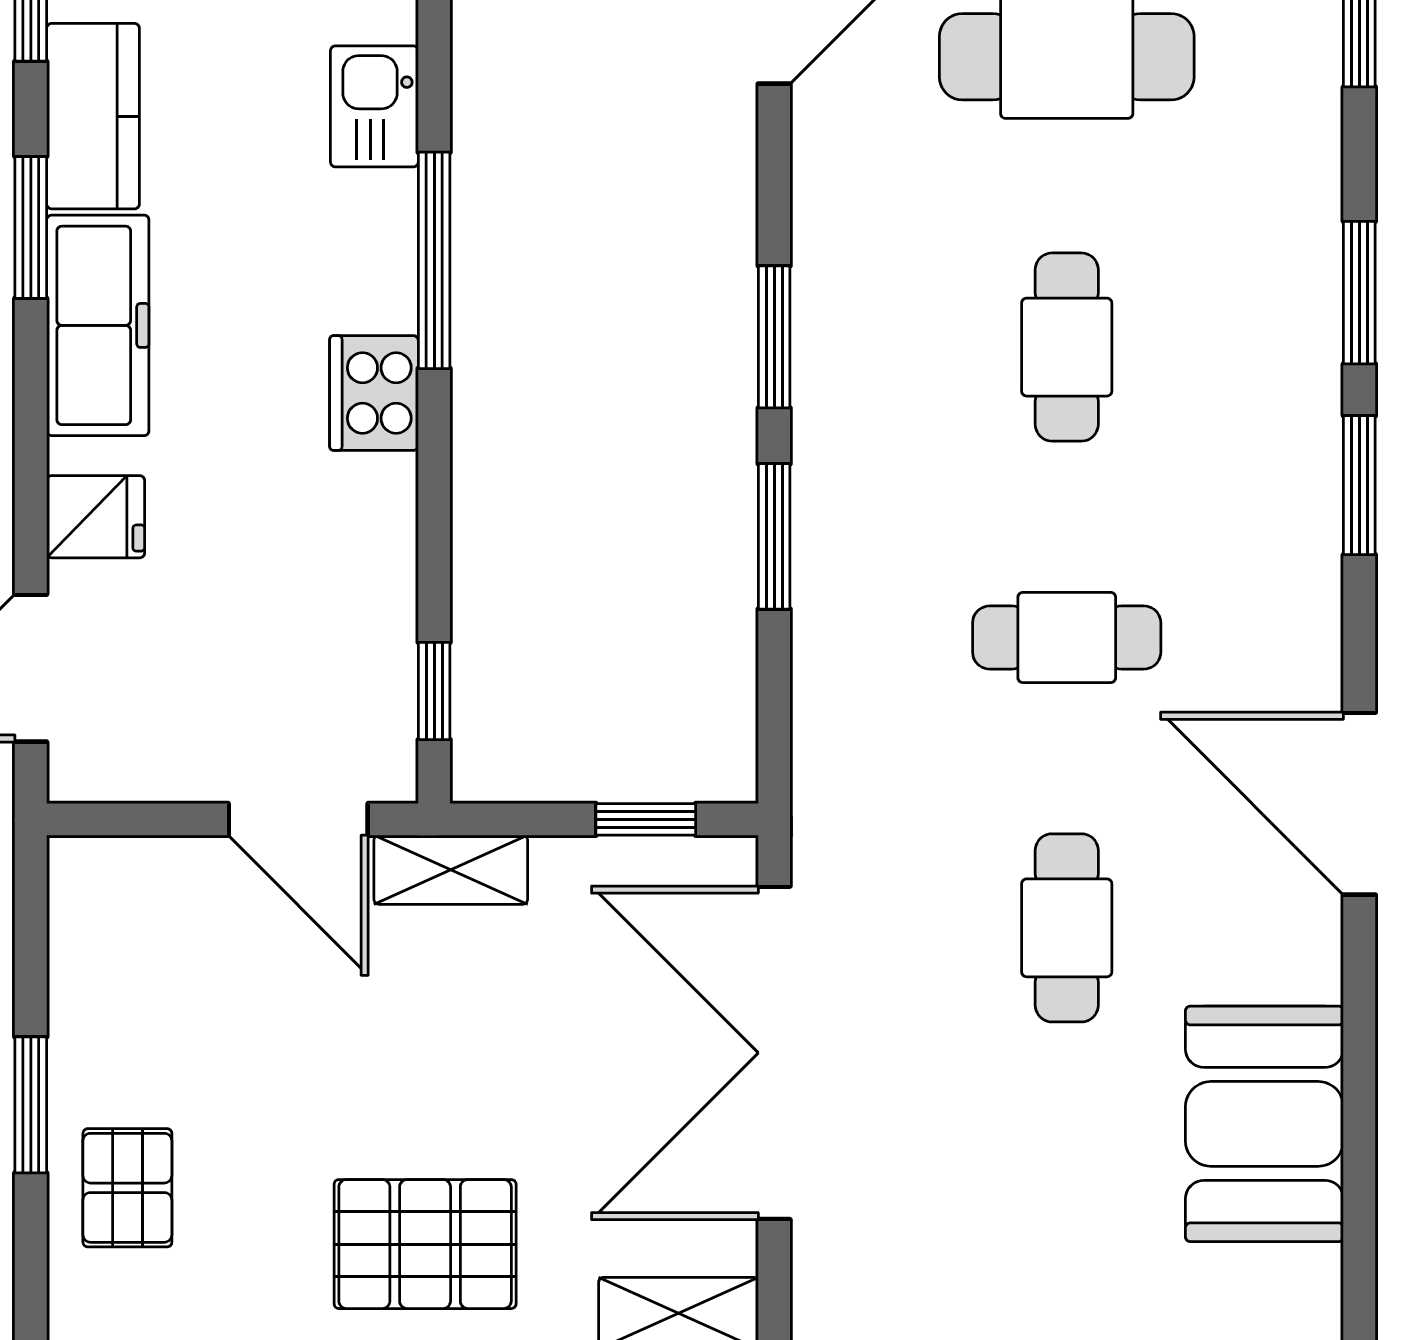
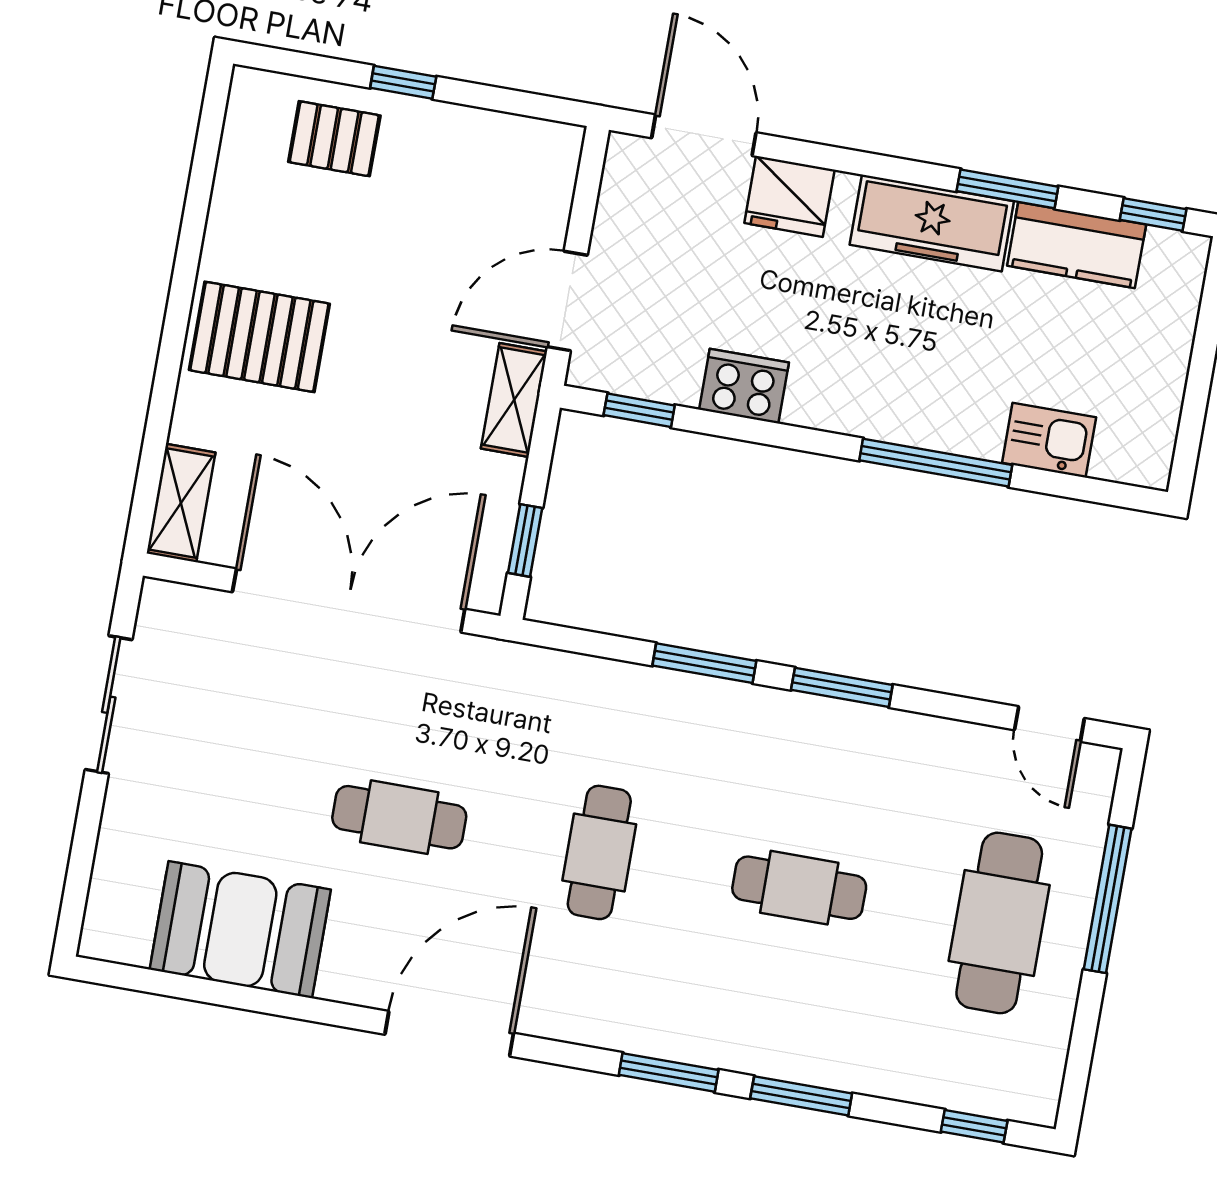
cooker: (374, 393) -> (744, 386), moved
fridge: (96, 517) -> (789, 196), width x1.38
window: (31, 1105) -> (403, 82), width x0.67
pallet: (425, 1244) -> (259, 337), turned 90

